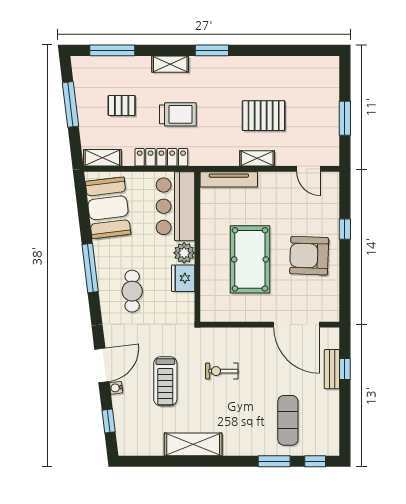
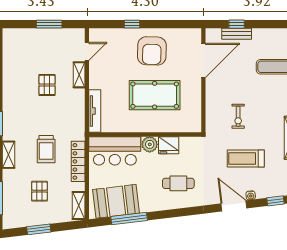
window: (71, 104) -> (39, 229), width x0.69
trolley: (178, 114) -> (46, 149), turned 180
pallet: (264, 116) -> (47, 85), width x0.67, depth x0.71
shelving: (257, 158) -> (79, 75), moved
window: (90, 268) -> (129, 219), moved
treadmill: (165, 381) -> (246, 158), turned 180

